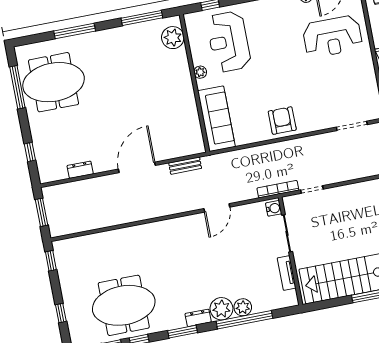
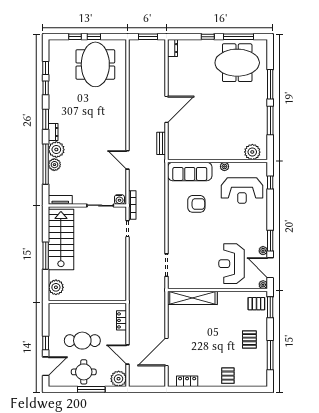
window: (142, 18) -> (270, 120), moved
reception desk: (229, 42) -> (242, 190), turned 180
meeting table: (54, 82) -> (237, 63), turned 90
armchair: (282, 121) -> (196, 204), moved
window: (30, 152) -> (208, 37), moved
door: (137, 167) -> (167, 109), hinge flipped
dresser: (80, 170) -> (172, 48), moved
window: (51, 261) -> (94, 37), moved
tv unit: (287, 273) -> (60, 200), moved
meeting table: (124, 305) -> (95, 64), moved

